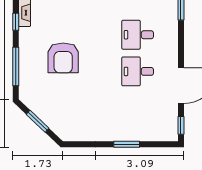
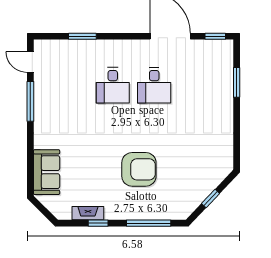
window: (38, 121) -> (211, 198), width x0.67
window: (127, 144) -> (237, 82), moved

